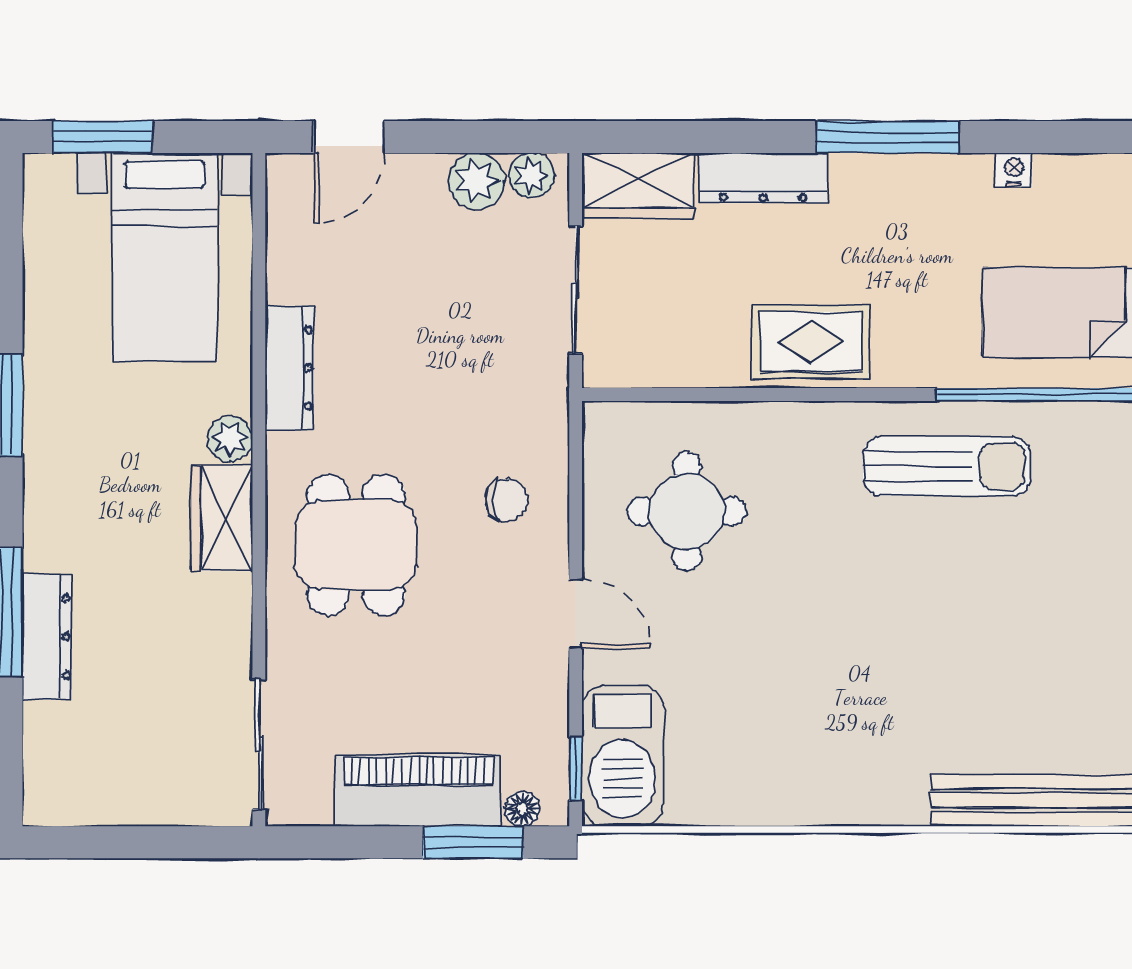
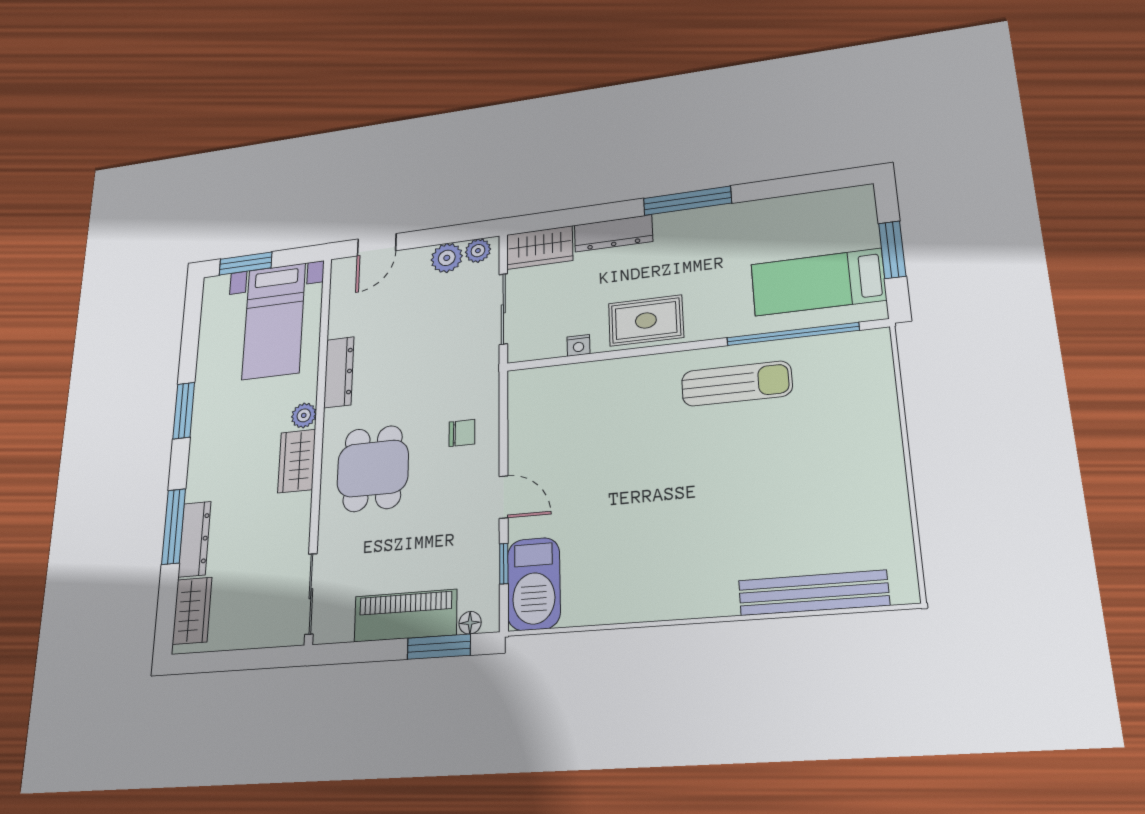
nightstand: (1014, 170) -> (578, 345), moved, turned 180
round table: (687, 511) -> (572, 428), removed
wardrobe: (53, 757) -> (192, 611), added
window: (576, 769) -> (504, 564), moved

